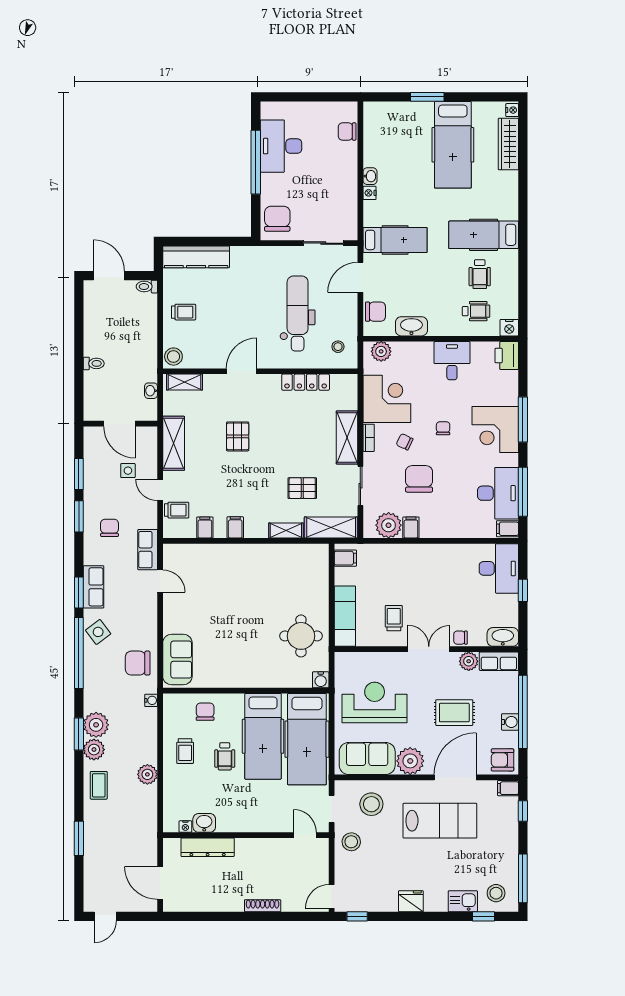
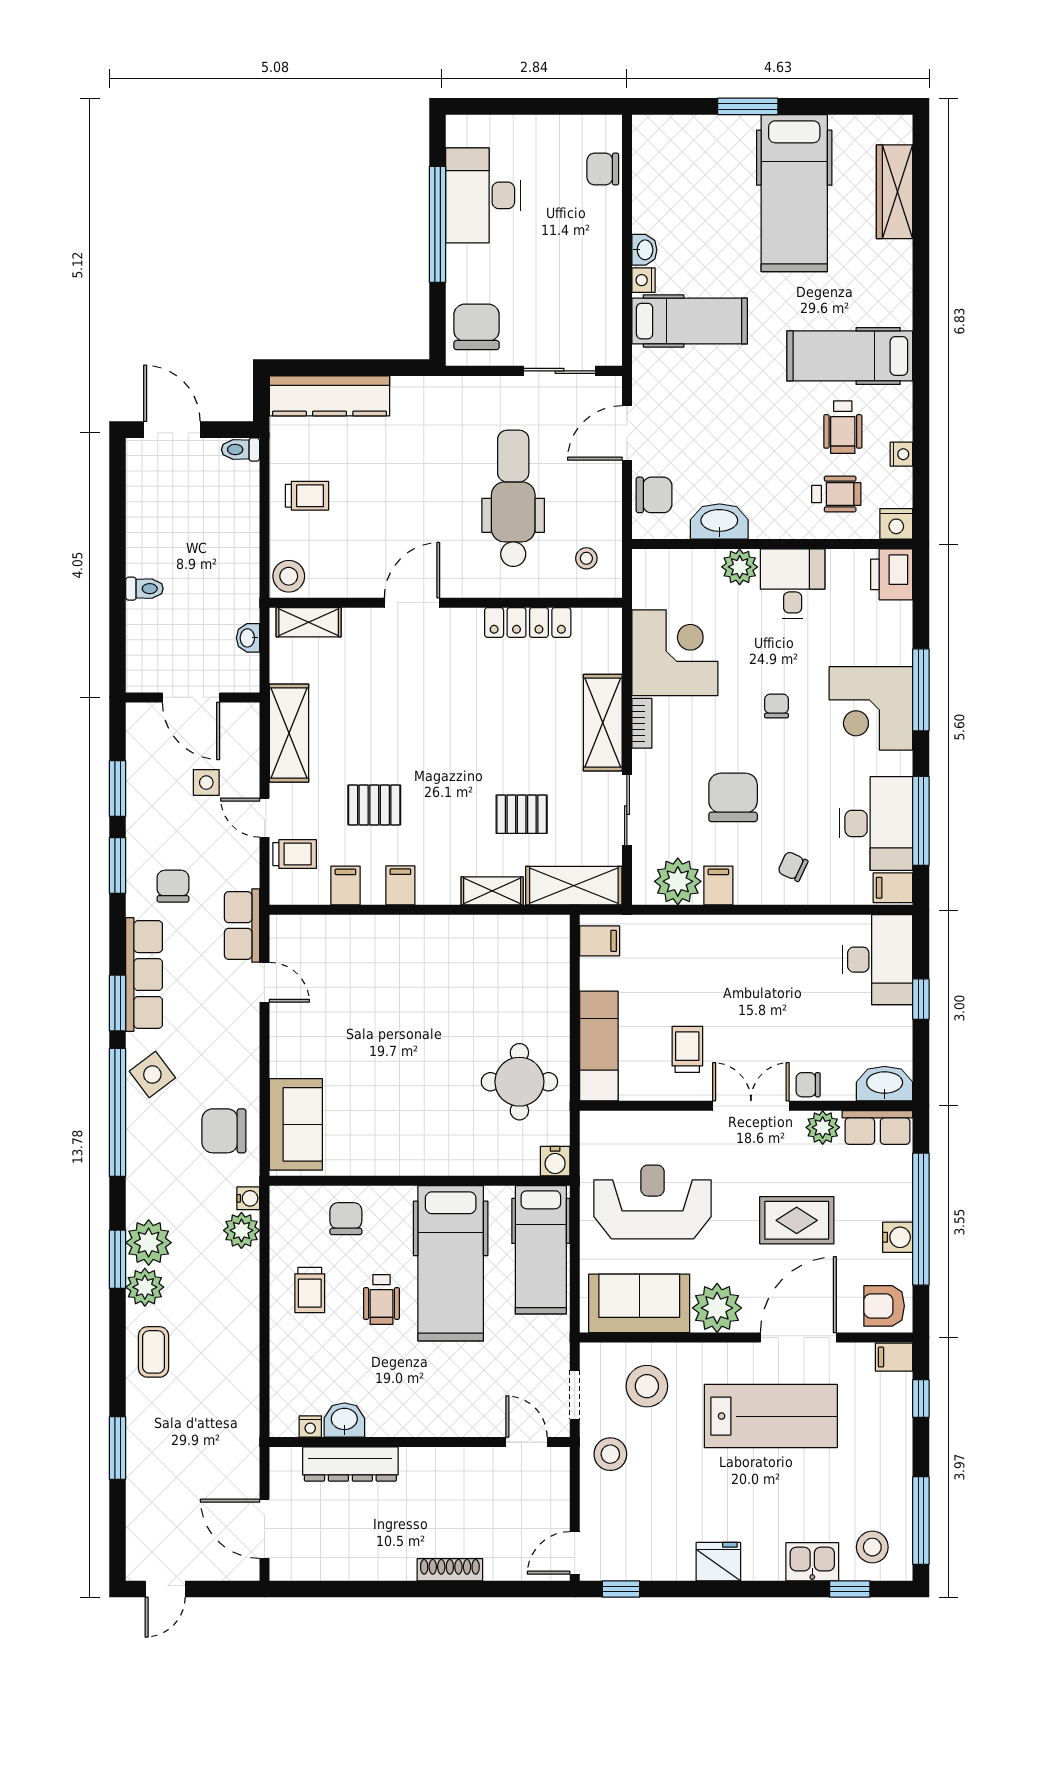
nightstand: (512, 110) -> (901, 454), moved
hospital bed: (395, 240) -> (690, 321), moved
plant: (381, 351) -> (740, 567), moved
pallet: (238, 436) -> (374, 805), moved, turned 90
chair: (405, 442) -> (793, 866), moved
row of seats: (94, 587) -> (144, 975), width x1.48
hospital bed: (307, 739) -> (541, 1250), width x0.73, depth x0.78
plant: (147, 774) -> (241, 1230), moved

